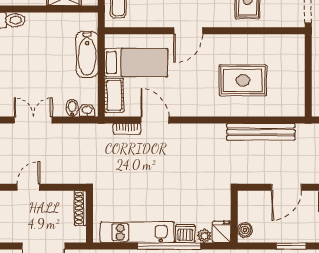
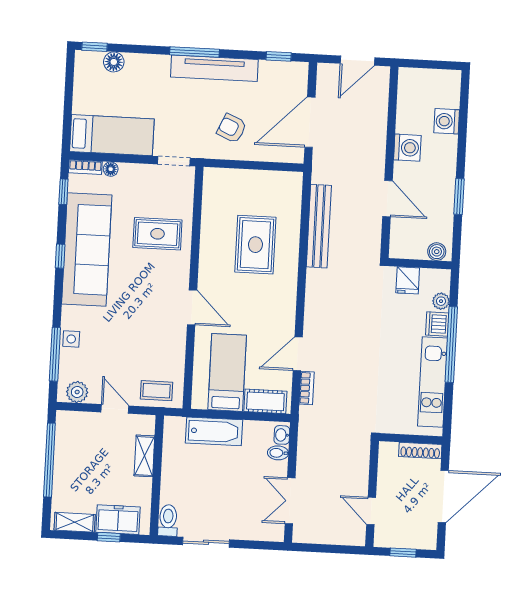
shoe rack: (80, 208) -> (420, 451), moved
fridge: (222, 232) -> (408, 280), moved, turned -90

